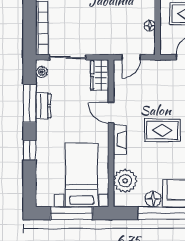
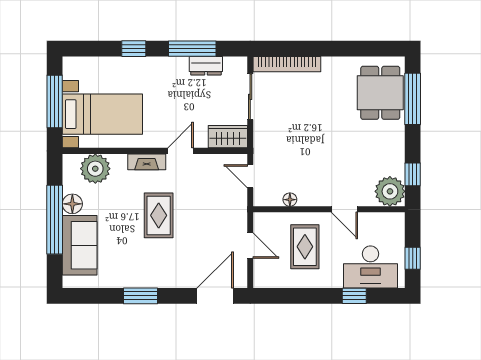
plant: (42, 72) -> (232, 64), removed
dresser: (43, 106) -> (206, 66), moved

